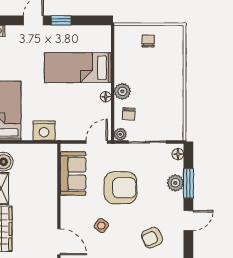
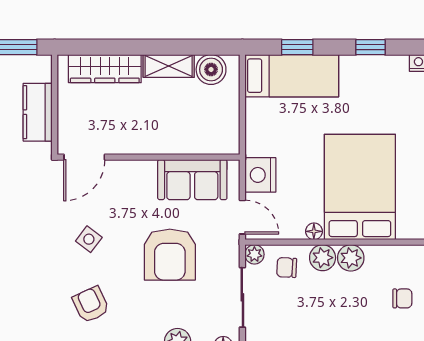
bed: (78, 68) -> (360, 187), width x1.50
plant: (123, 73) -> (351, 258), added
nightstand: (44, 131) -> (260, 175), moved
side table: (101, 226) -> (89, 239), moved

